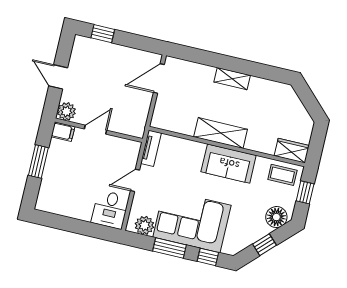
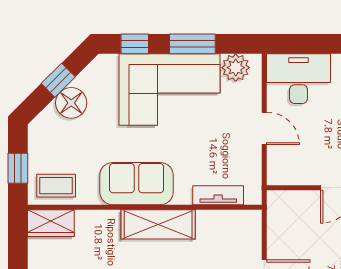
tv unit: (151, 148) -> (218, 195), moved, turned 90
door: (135, 180) -> (264, 128), hinge flipped
desk: (110, 210) -> (299, 79), width x1.37
floor lamp: (276, 217) -> (71, 103), moved

